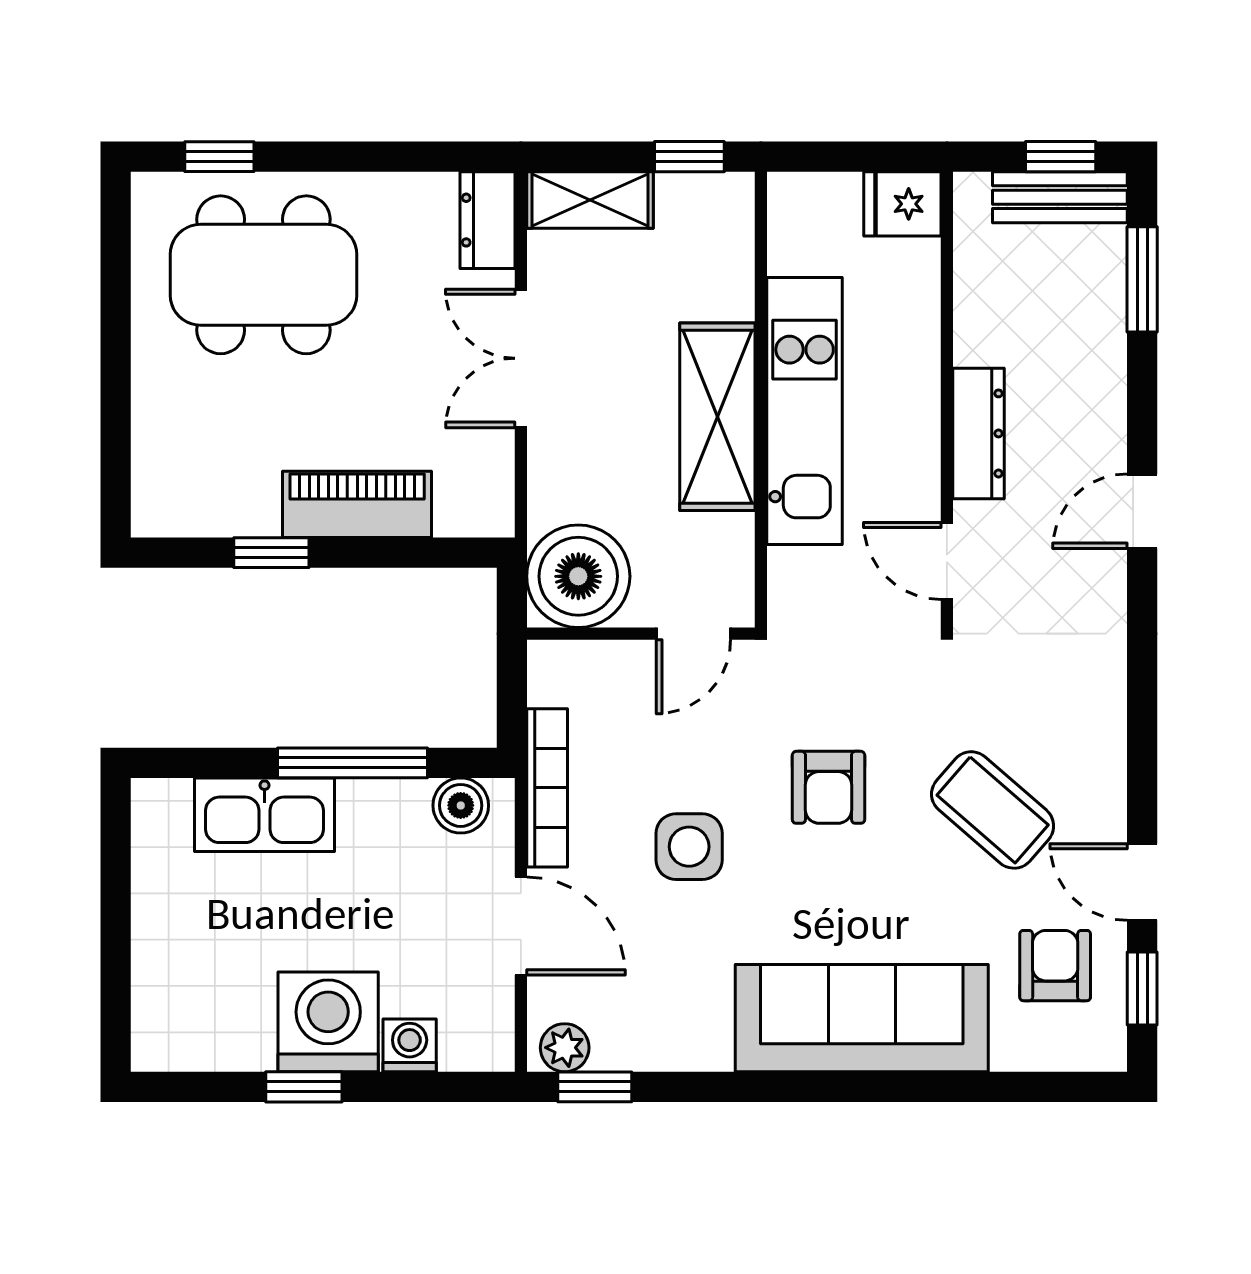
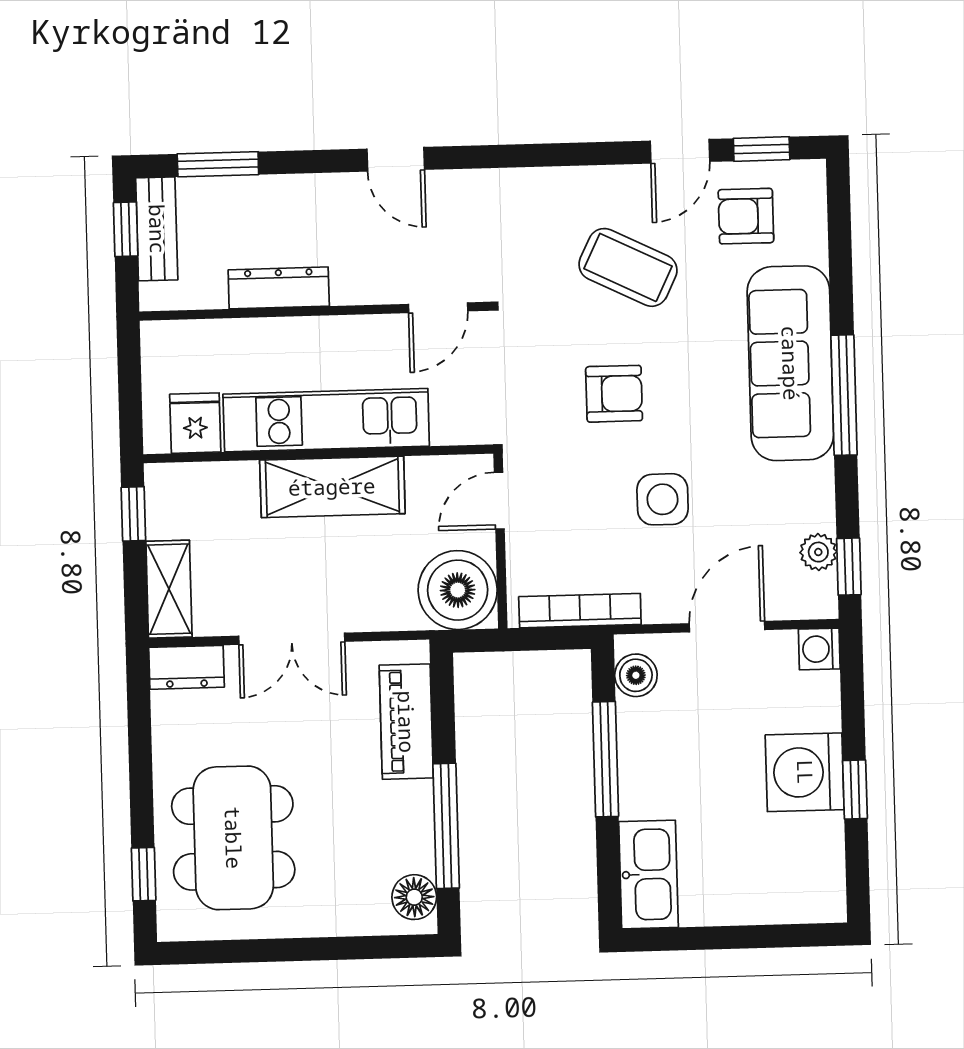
fridge: (902, 204) -> (195, 423), moved, turned 180
dresser: (979, 433) -> (279, 288), moved
piano: (357, 504) -> (406, 722), moved
floor lamp: (180, 509) -> (414, 897), added
window: (271, 553) -> (446, 826), width x2.17
door: (693, 634) -> (499, 501), swing flipped
bookcase: (547, 788) -> (580, 611), moved
coffee table: (993, 810) -> (628, 267), turned 75
kitchen sink: (265, 815) -> (649, 874), moved
washing machine: (410, 1045) -> (819, 649), moved
plant: (565, 1048) -> (818, 552), moved
window: (818, 1087) -> (844, 395), added

